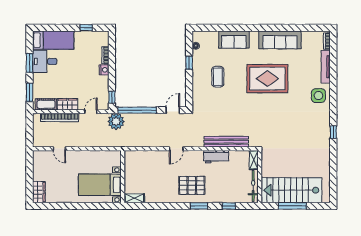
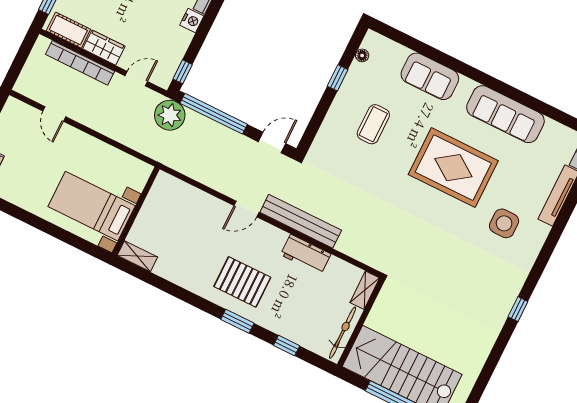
side table: (318, 96) -> (504, 223), moved
bench: (226, 142) -> (301, 221), moved

